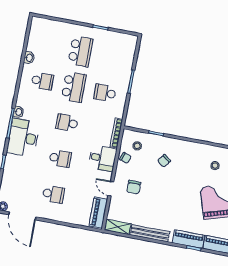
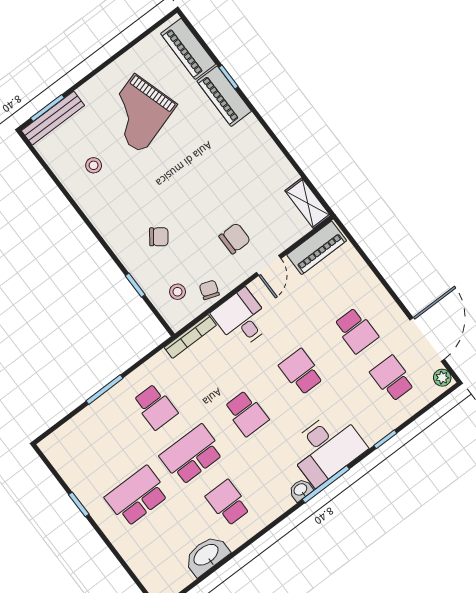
washbasin: (29, 58) -> (206, 555), width x1.91, depth x1.45
school desk: (22, 188) -> (392, 378), added
school desk: (53, 194) -> (356, 330), turned 180
bench: (150, 233) -> (271, 153), removed

